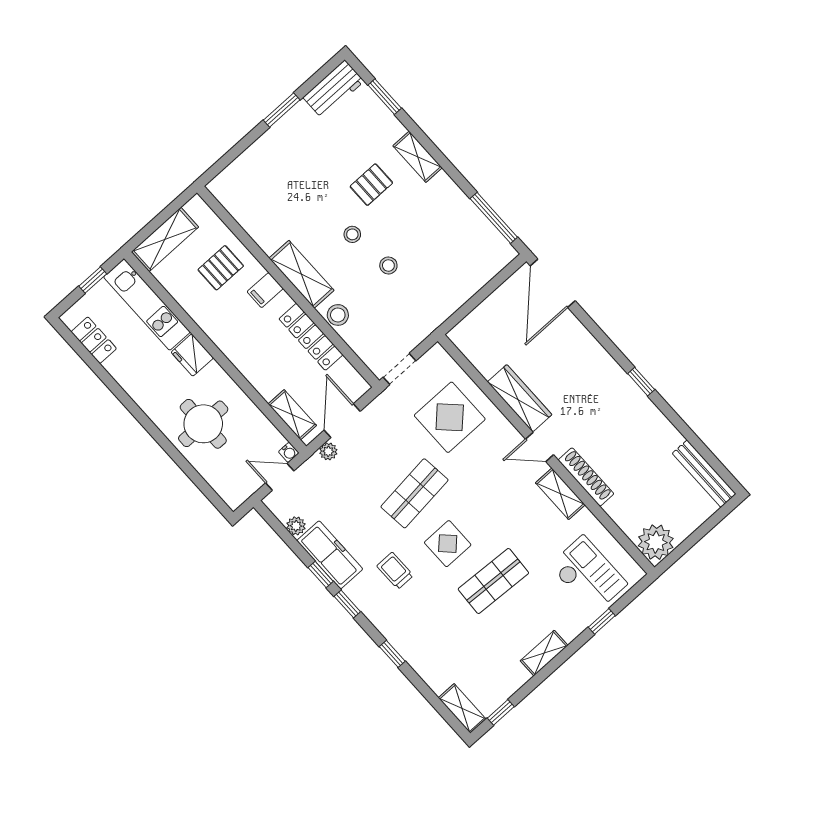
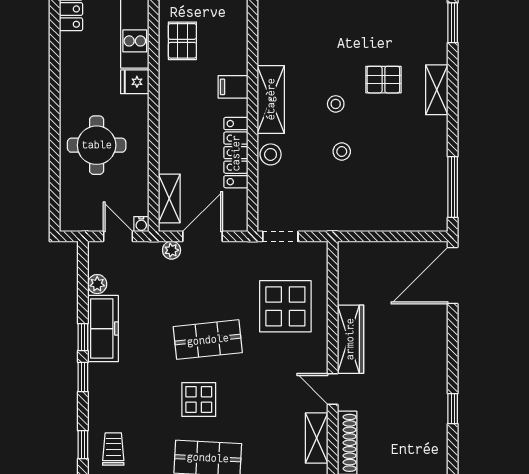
pallet: (221, 268) -> (182, 41), moved, turned 90
fridge: (192, 355) -> (135, 82), width x0.72
trolley: (395, 571) -> (113, 449), moved

